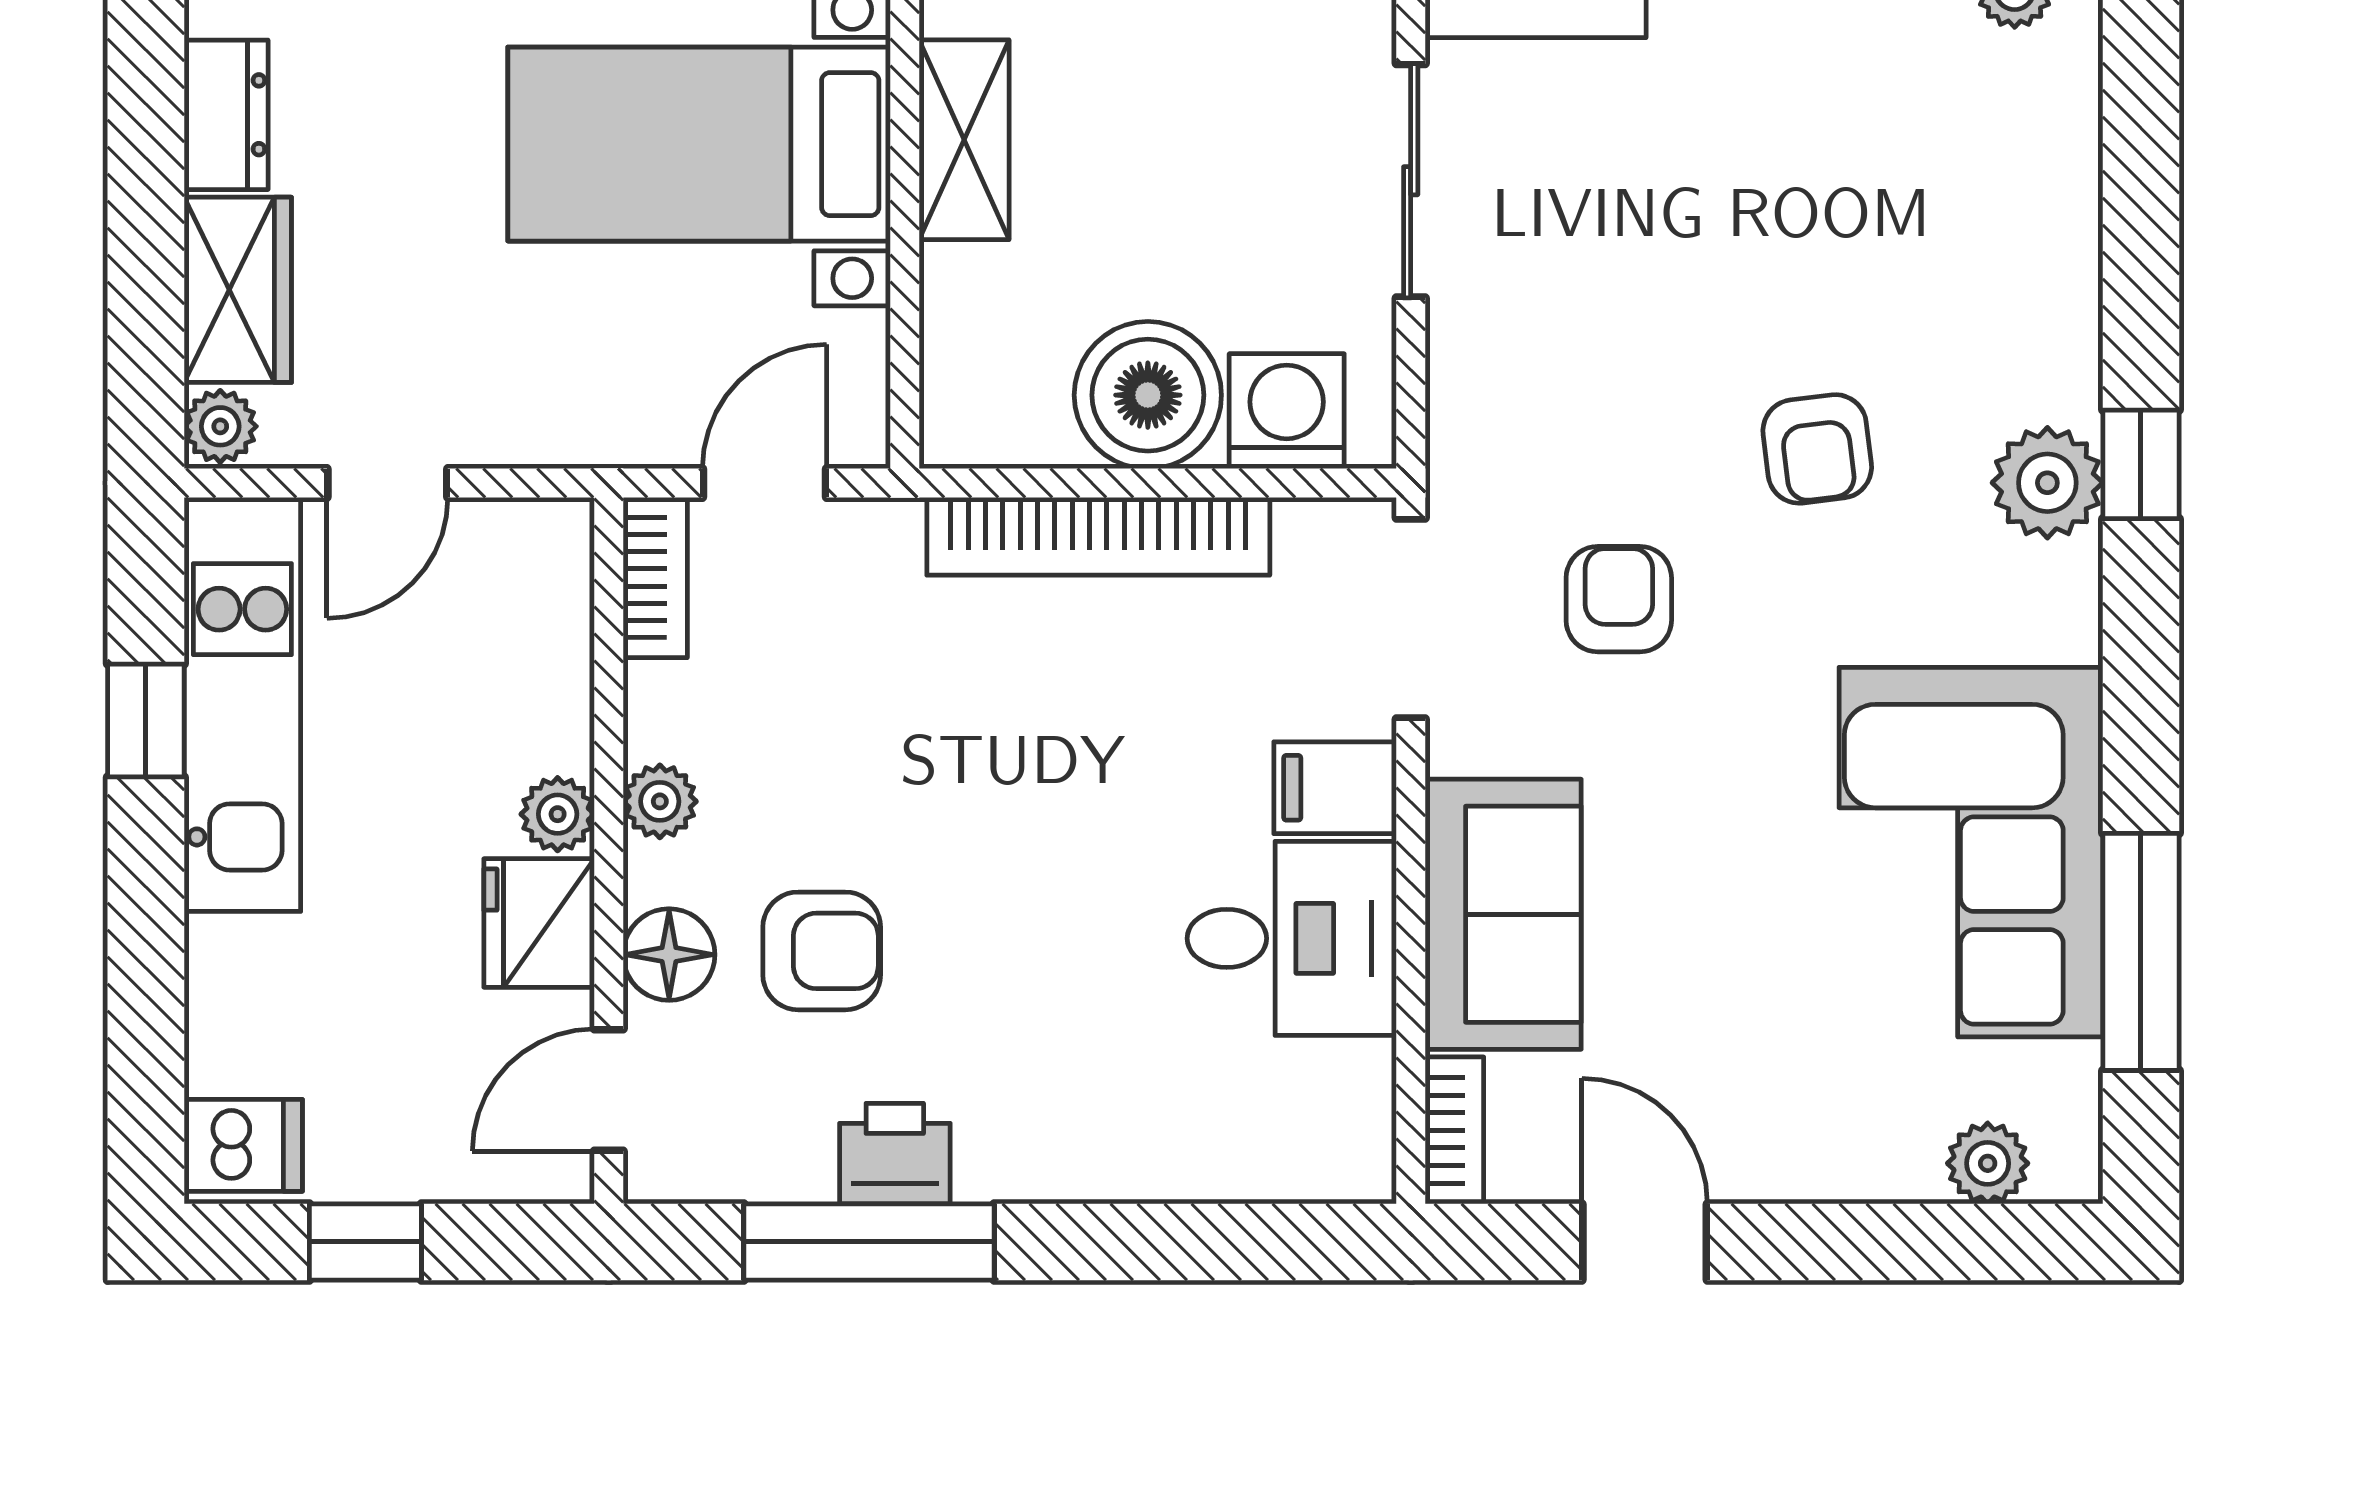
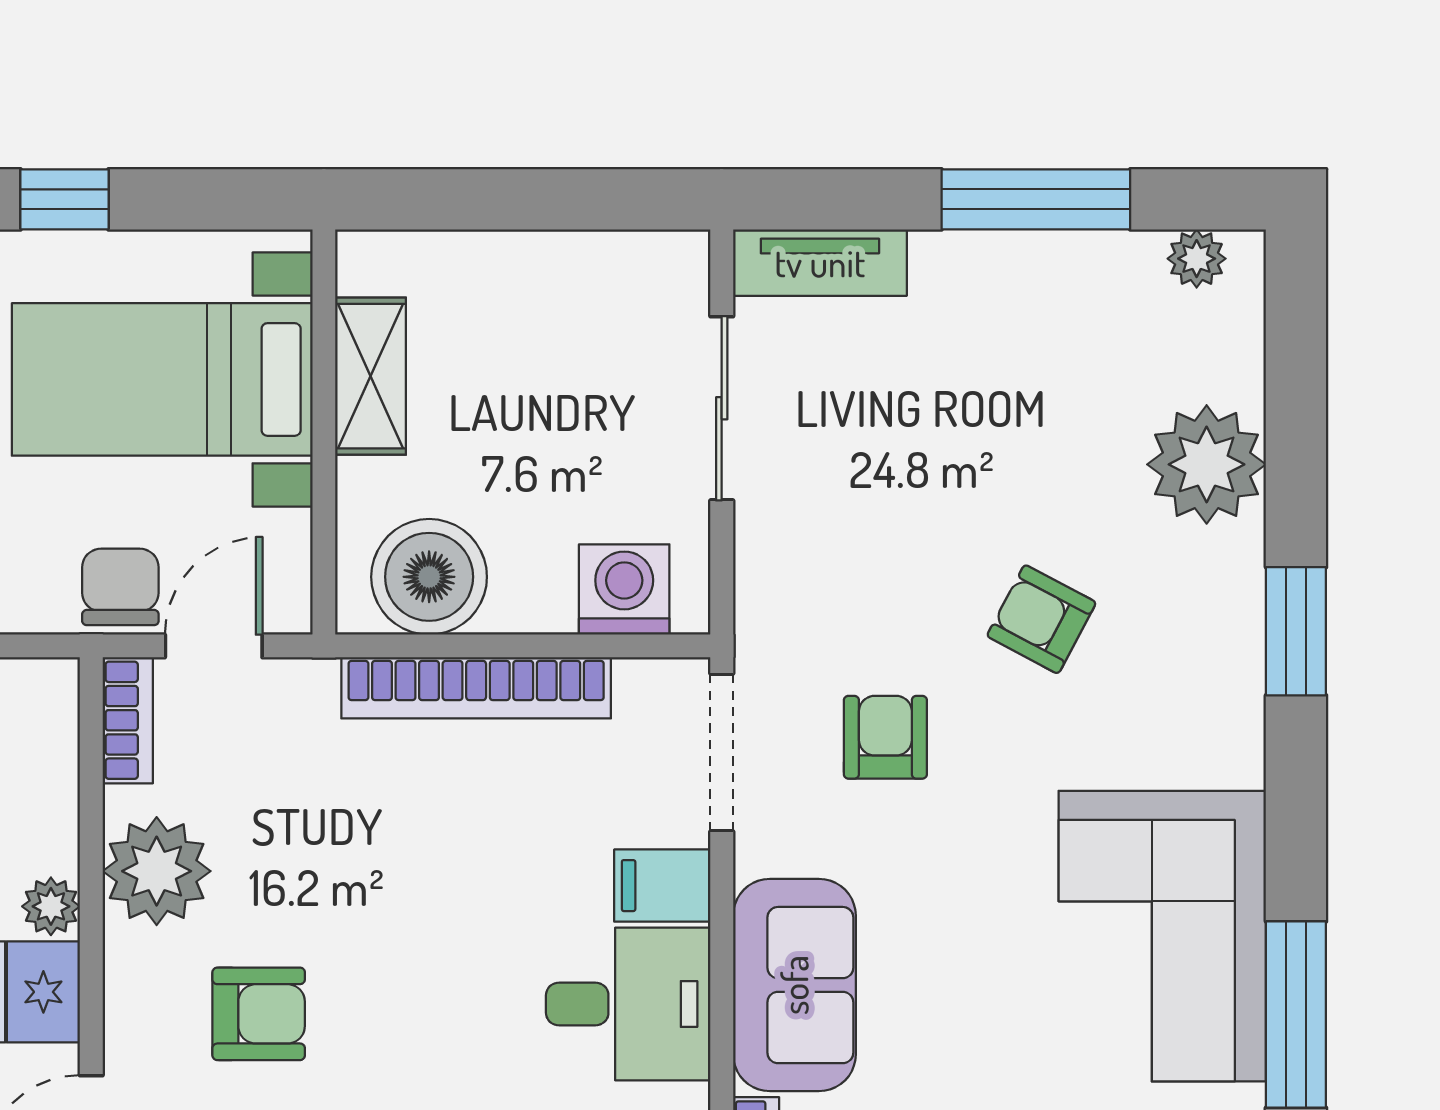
boiler: (1148, 395) -> (429, 577), moved
chair: (646, 408) -> (120, 587), added
armchair: (1817, 449) -> (1041, 619), turned 125
window: (2141, 464) -> (1296, 631), width x1.50
plant: (2047, 483) -> (1207, 464), moved, width x1.36, depth x1.36
plant: (660, 801) -> (157, 871), width x1.88, depth x1.88
floor lamp: (669, 955) -> (139, 1017), removed

